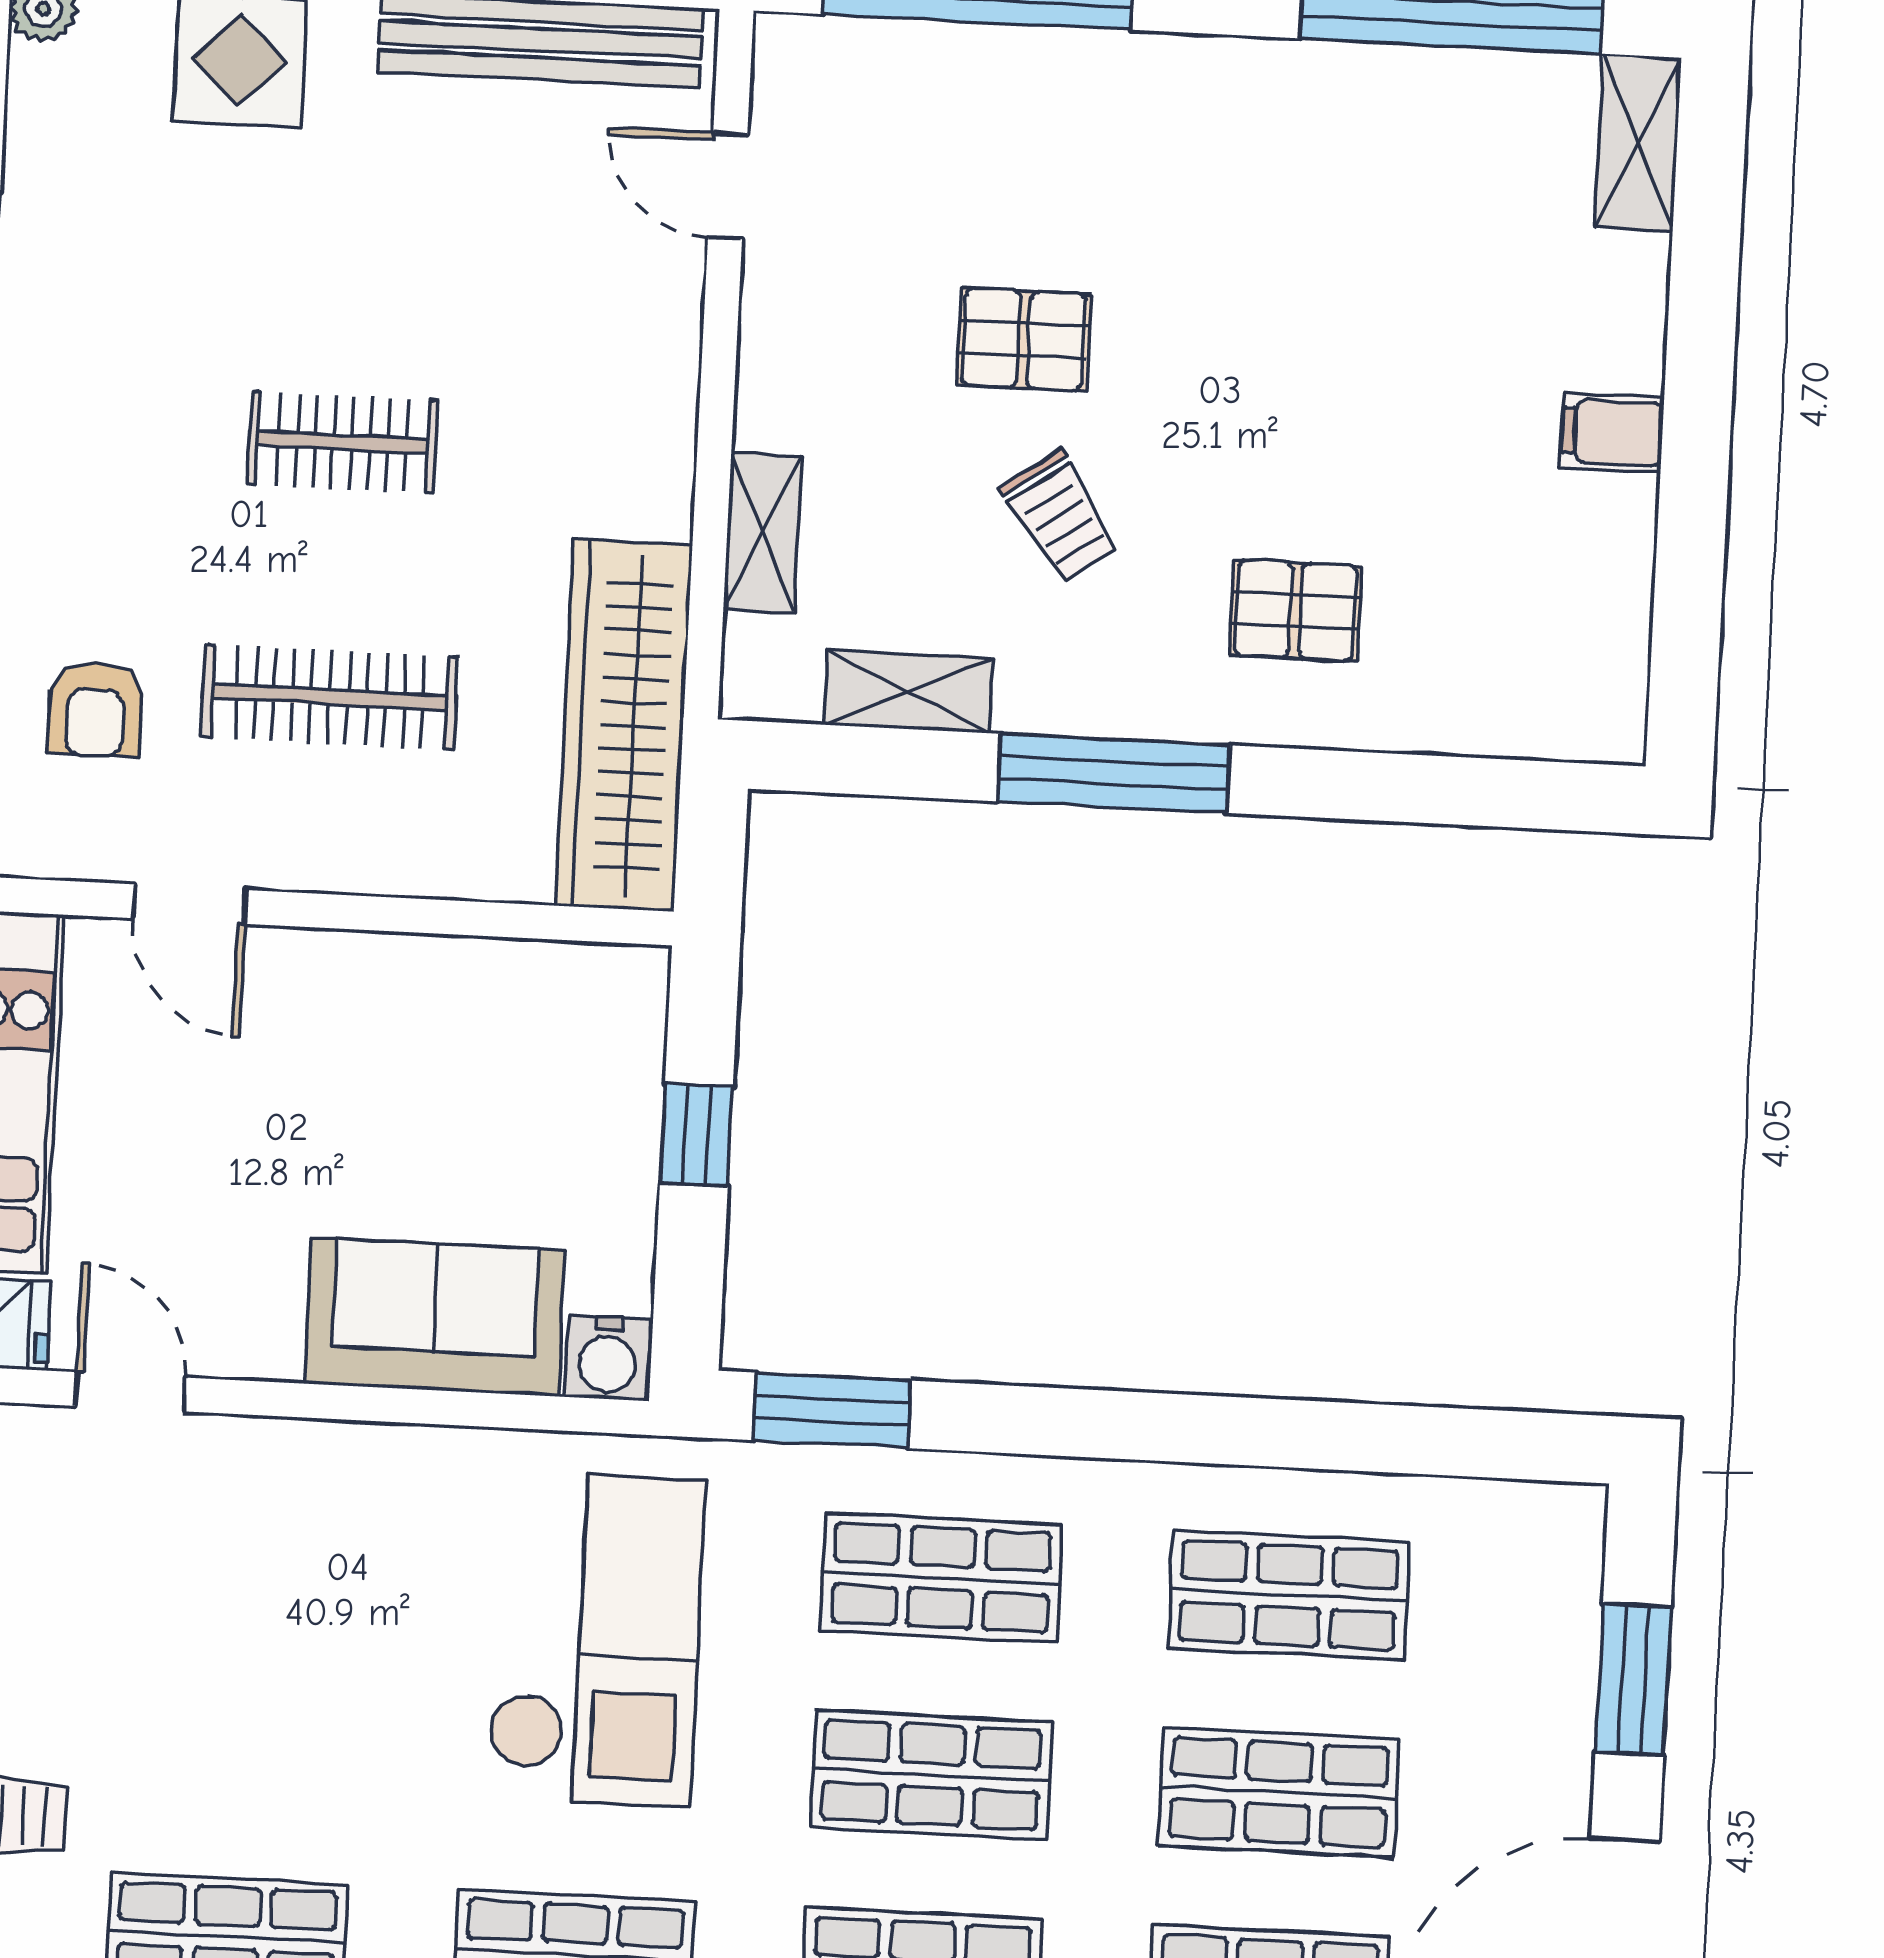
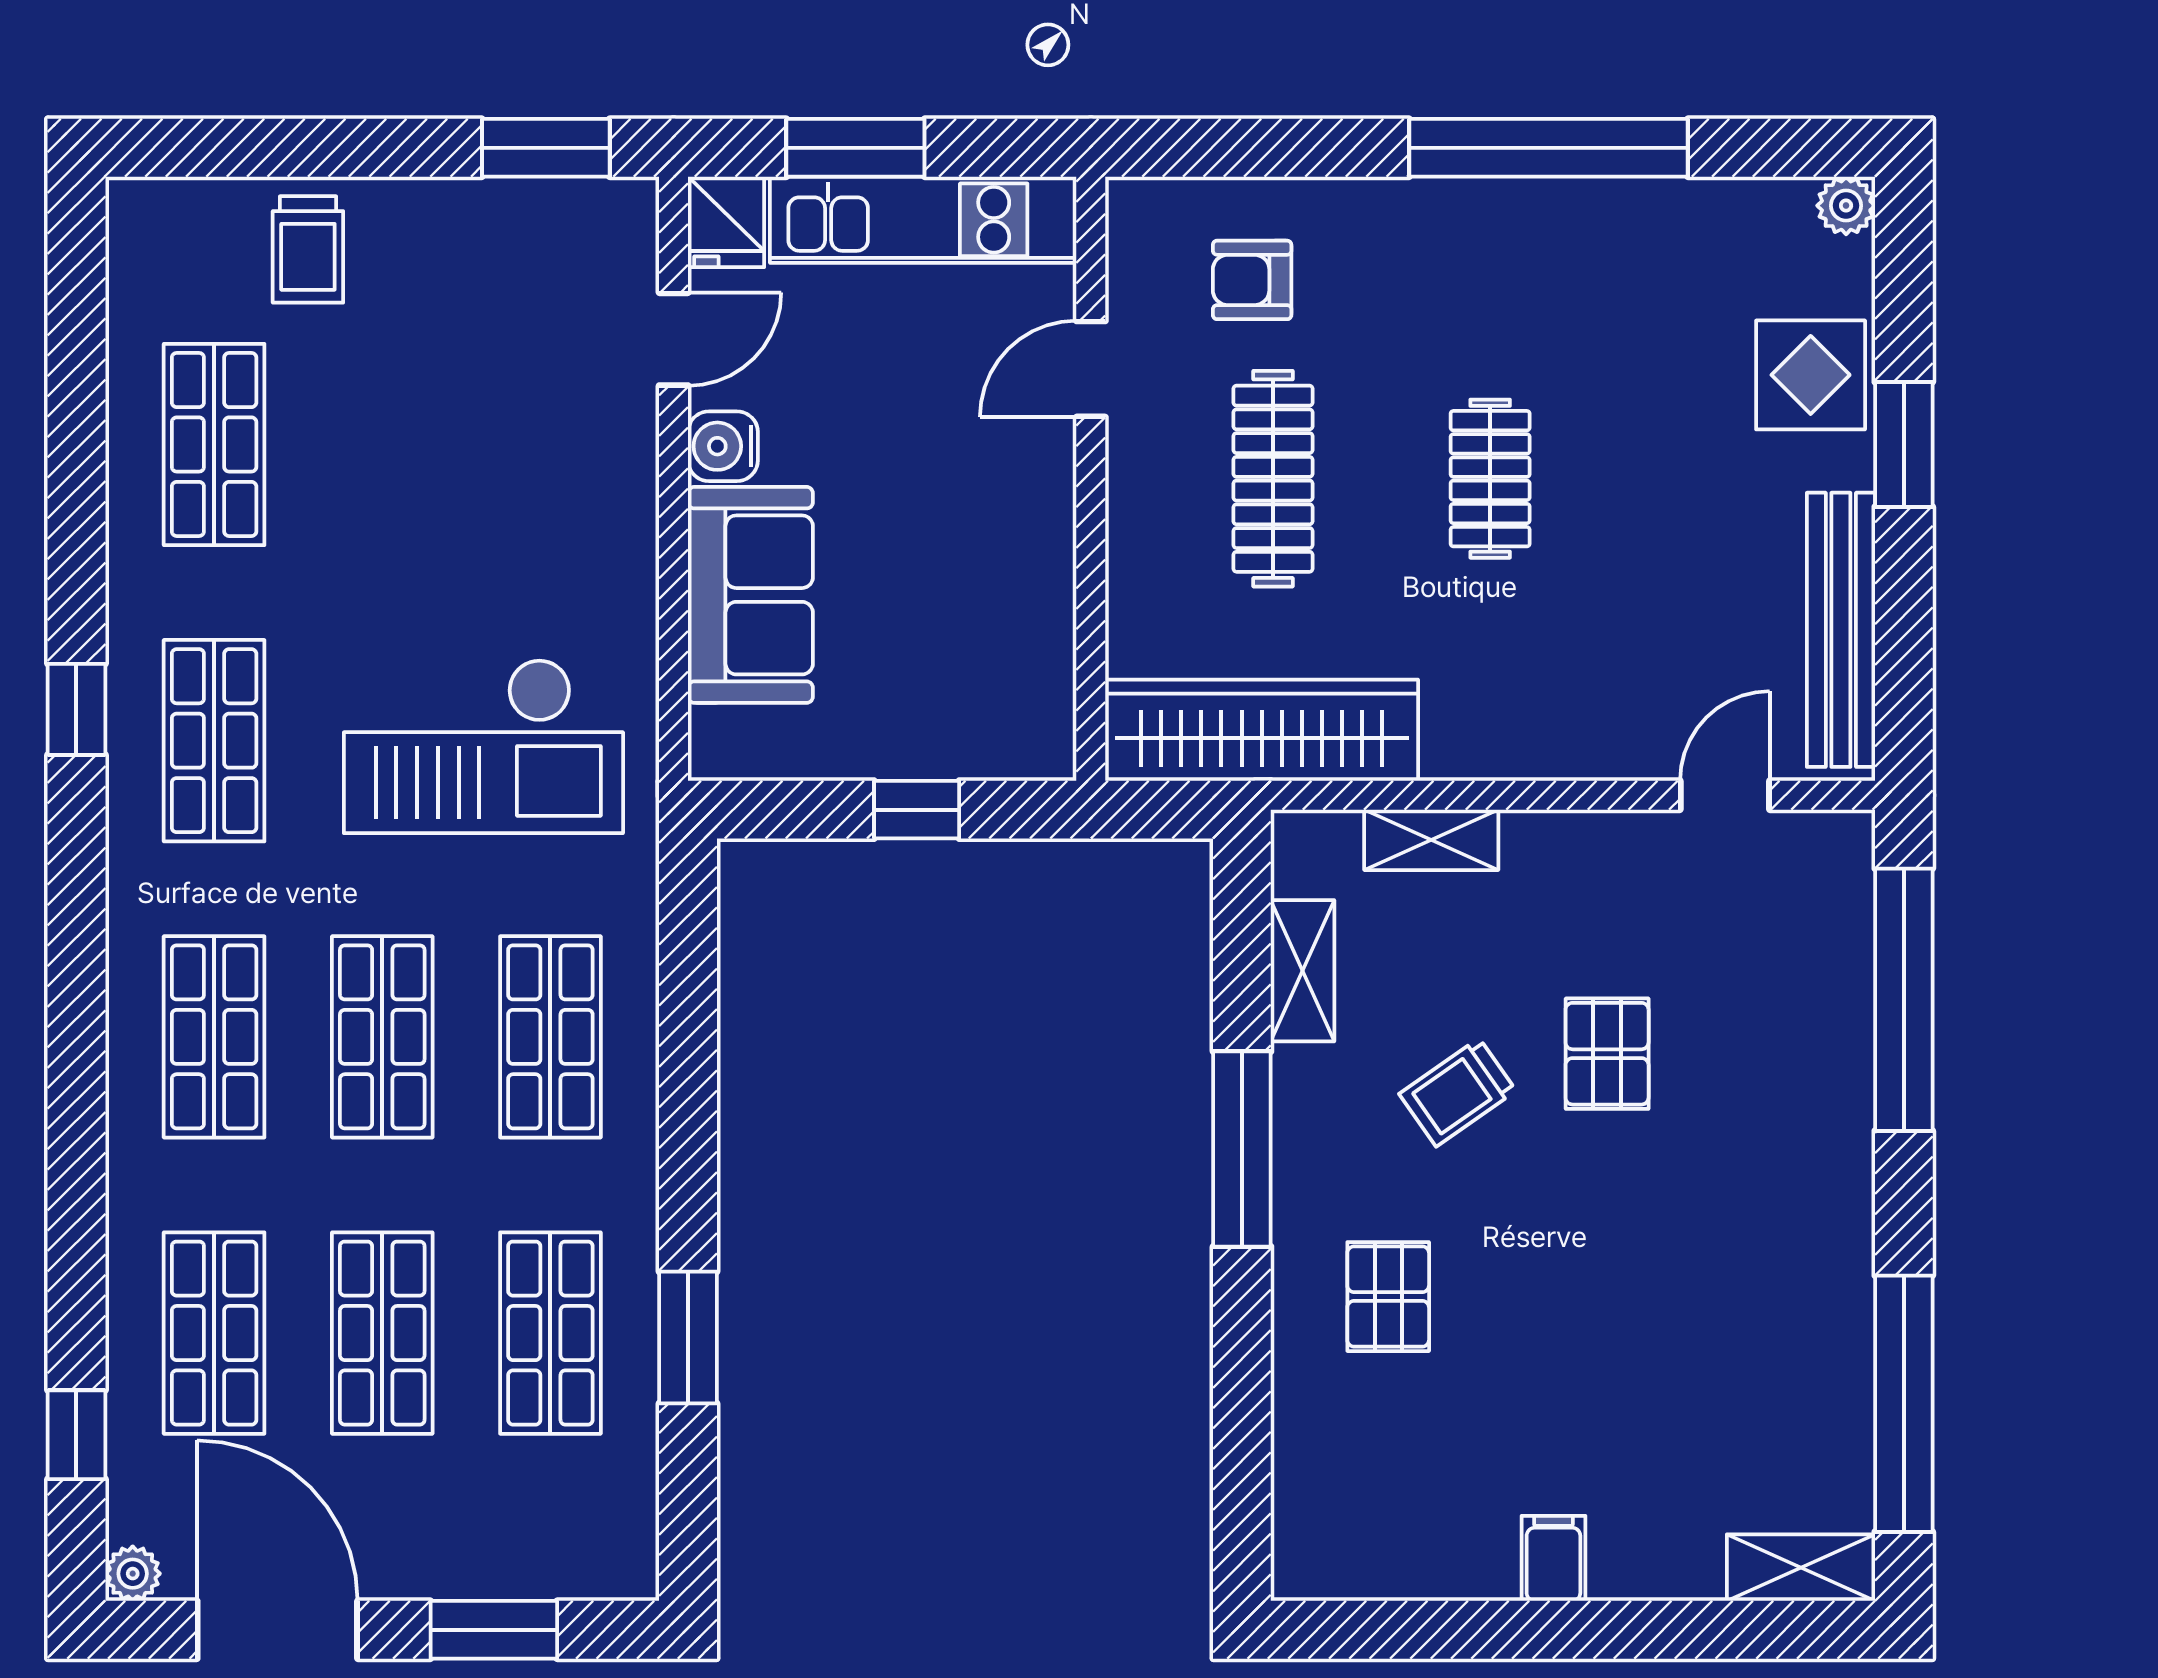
water cooler: (608, 1358) -> (723, 446), moved
window: (832, 1410) -> (688, 1337), moved

